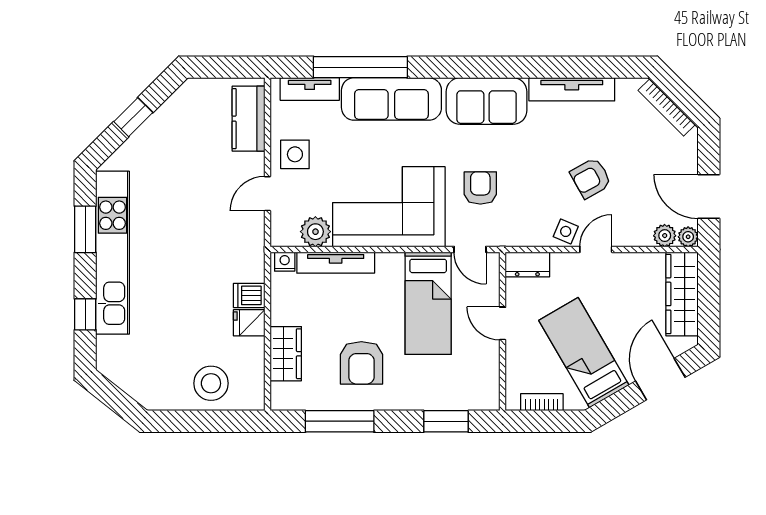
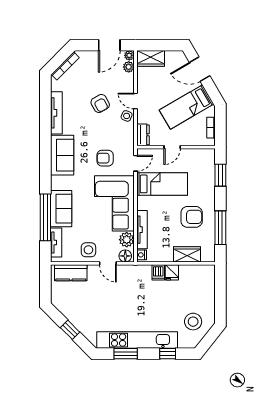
sofa: (391, 99) -> (61, 209), width x0.73
floor lamp: (283, 229) -> (125, 256), added
wardrobe: (682, 294) -> (151, 58), width x0.67
stool: (211, 383) -> (193, 322), moved

